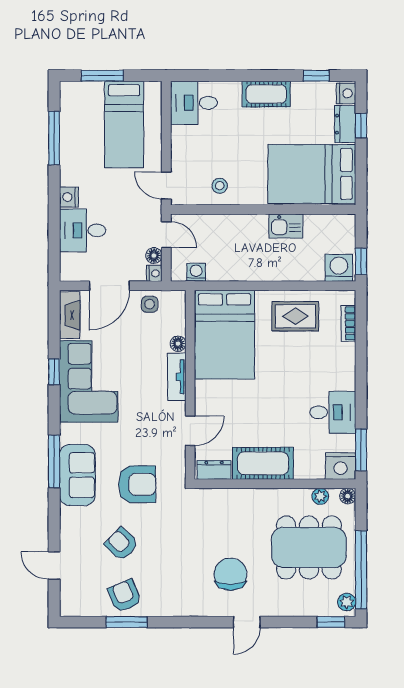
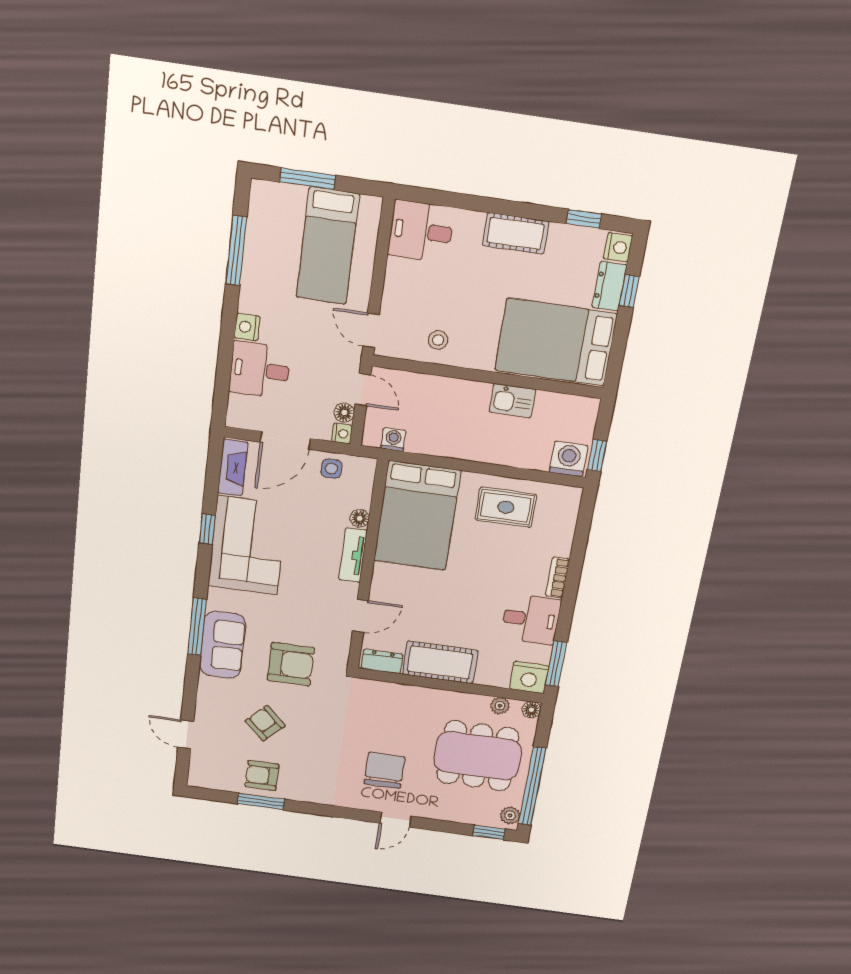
bookcase: (348, 323) -> (558, 578), moved
armchair: (125, 596) -> (262, 775), turned -67

